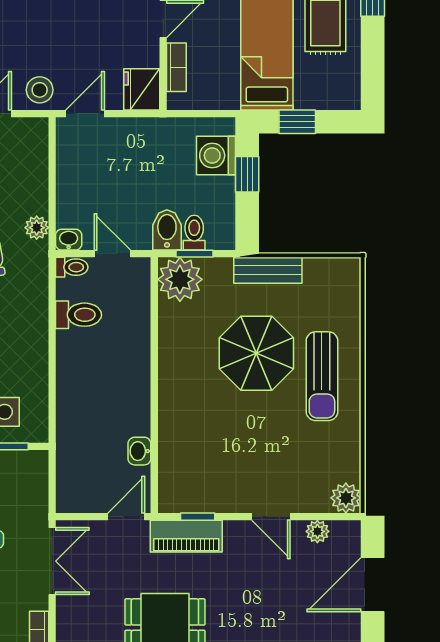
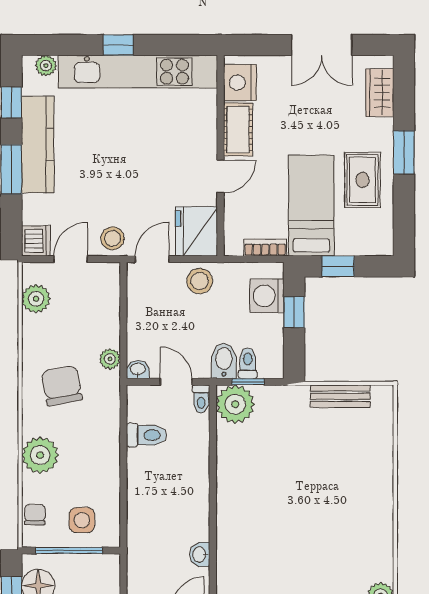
bookcase: (176, 67) -> (265, 248), moved, turned -90
fridge: (142, 89) -> (196, 231), width x1.36, depth x1.34
stool: (139, 139) -> (200, 281), added
toilet: (72, 267) -> (201, 399), moved, turned 90
bench: (268, 270) -> (340, 396), moved
parasol: (256, 353) -> (302, 469), removed
sun lounger: (322, 376) -> (360, 489), removed

